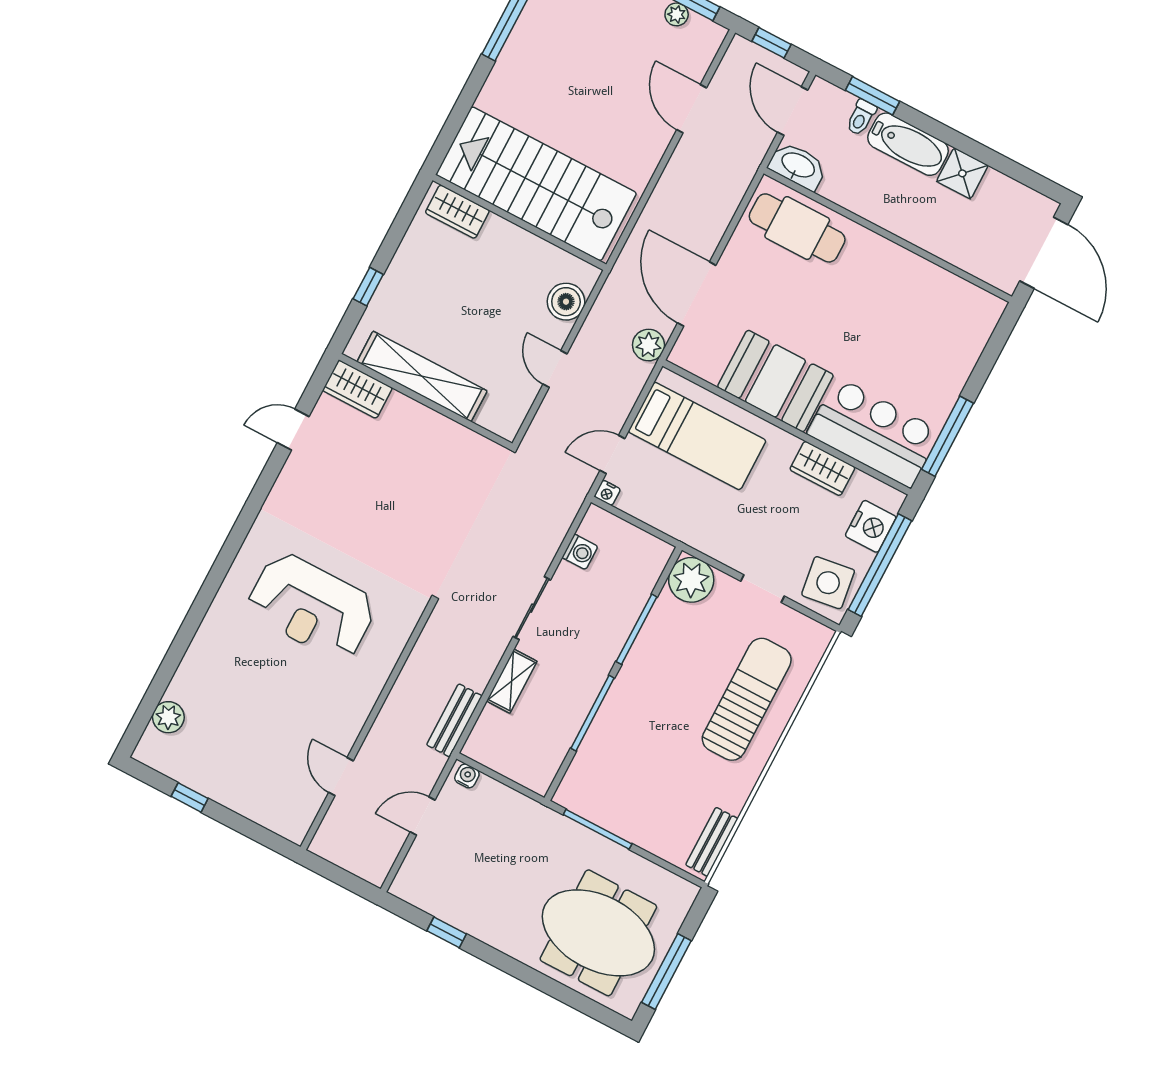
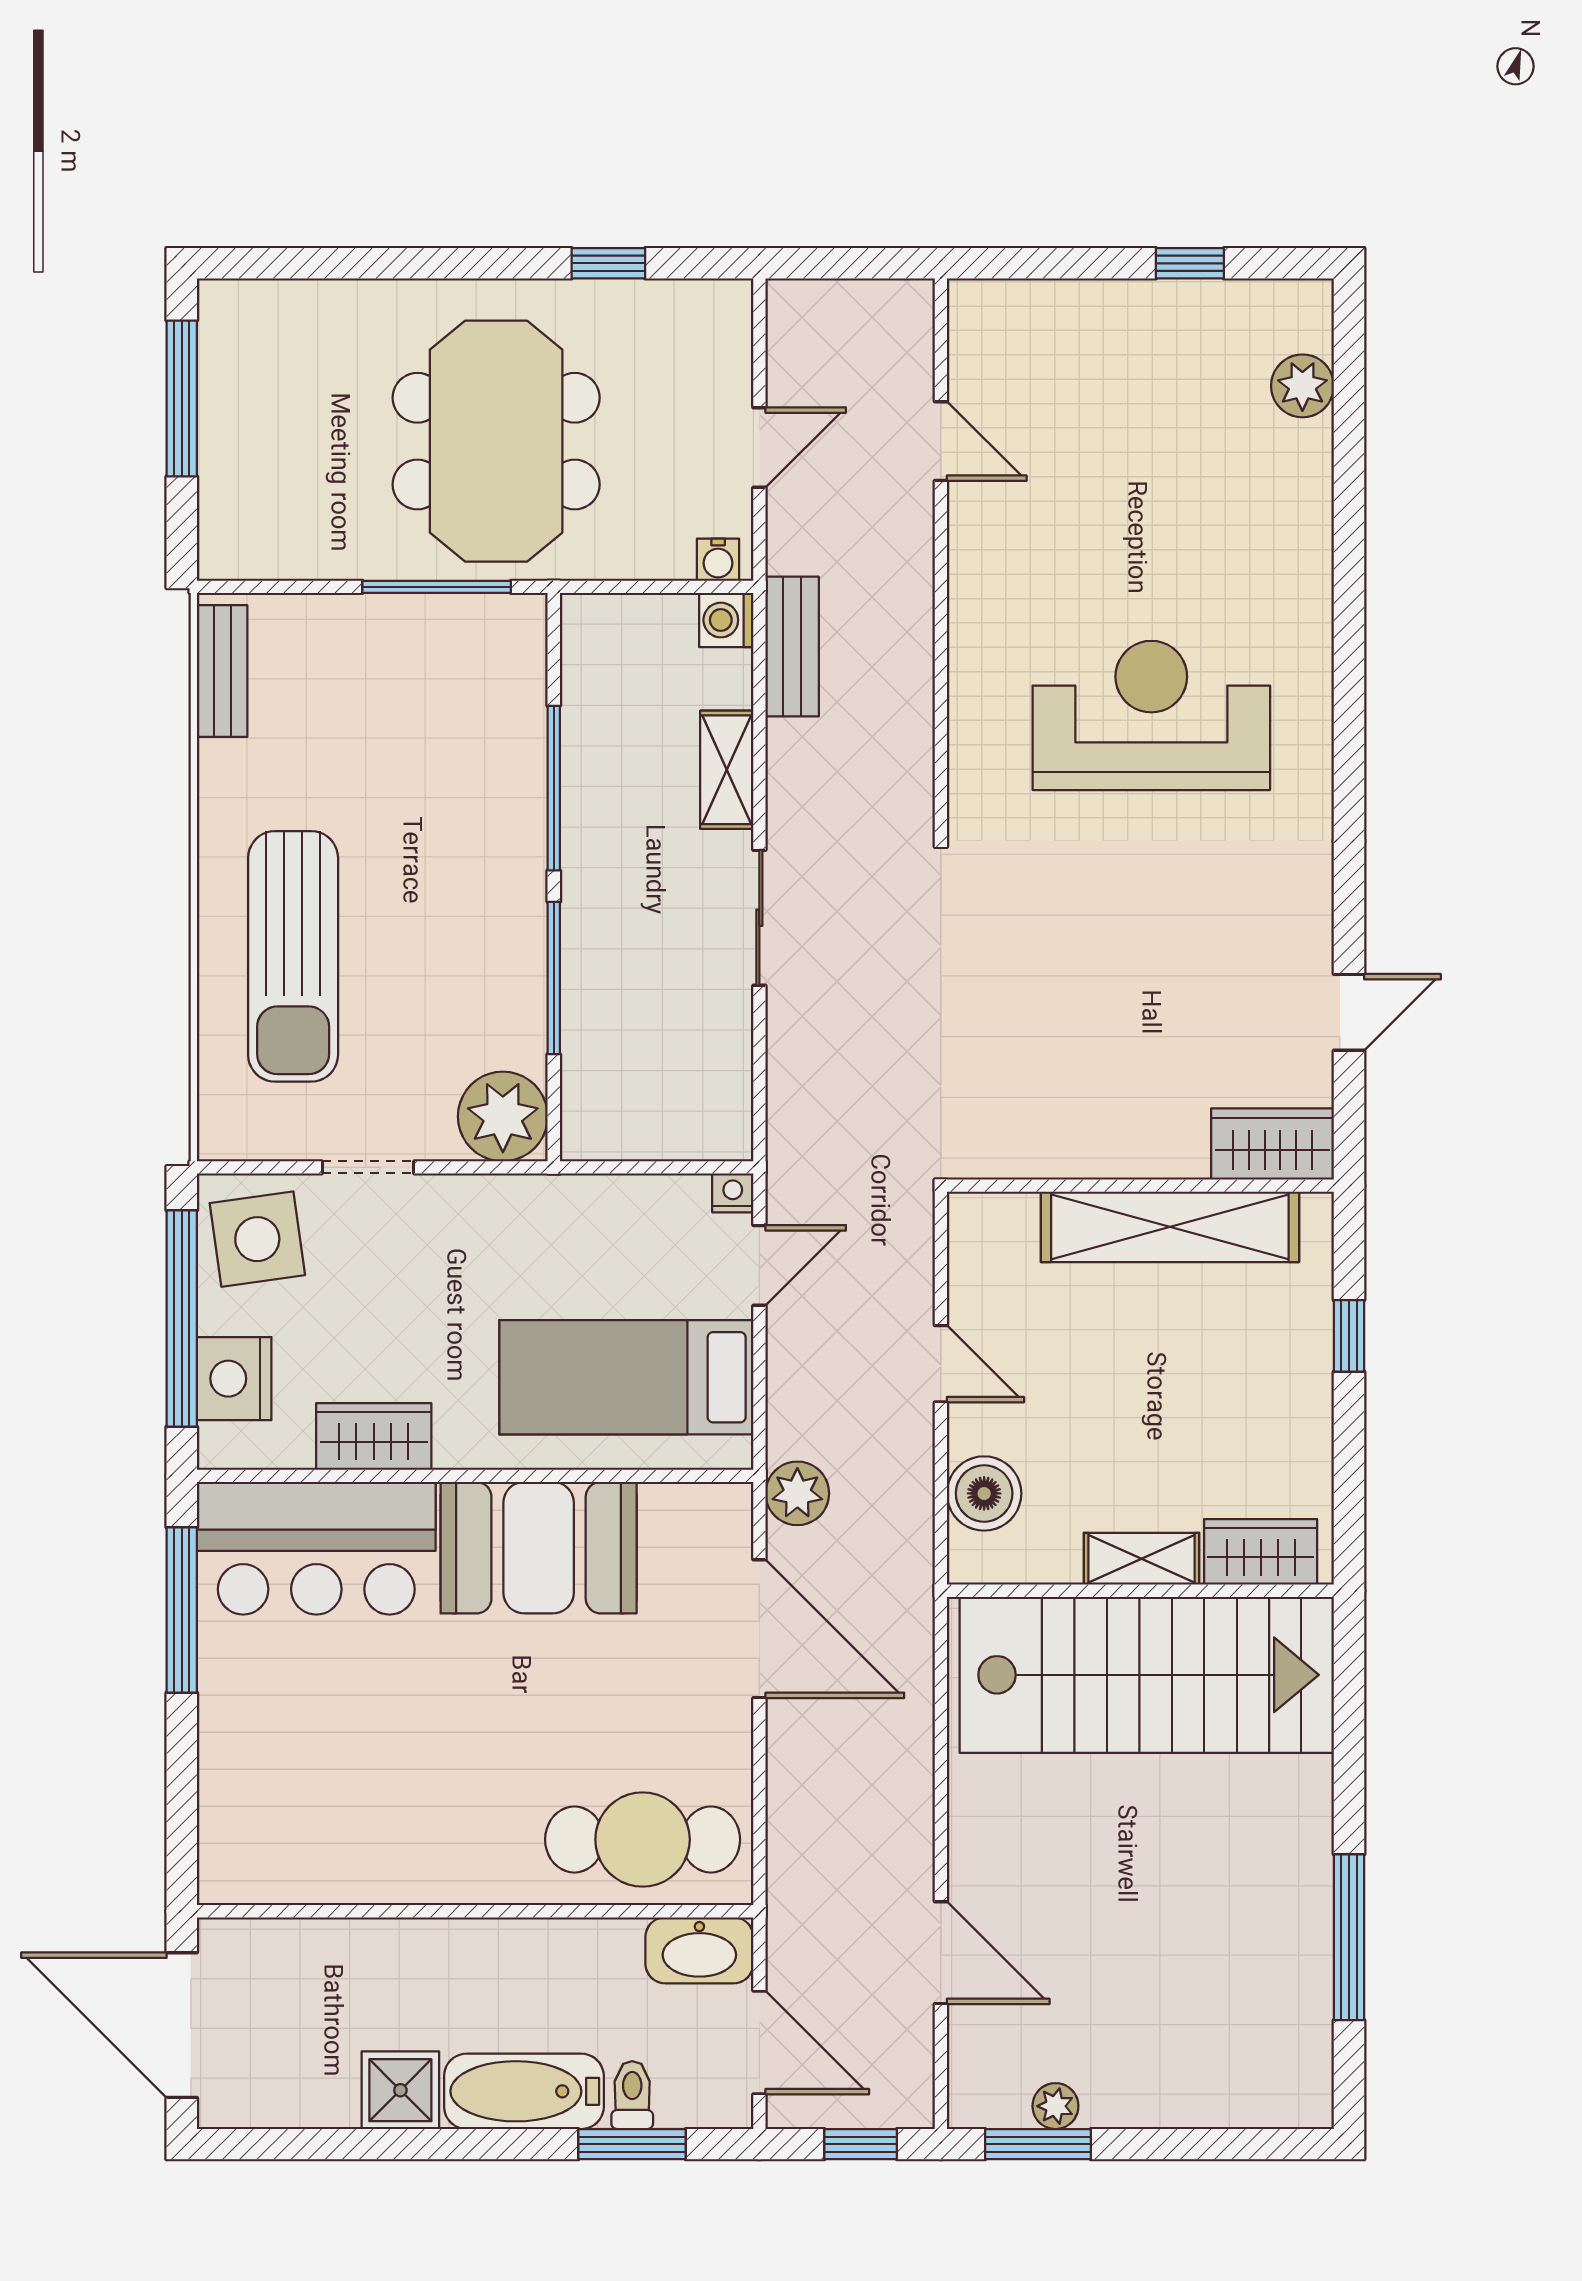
shelving: (512, 236) -> (1142, 1559), added
washing machine: (580, 552) -> (726, 620), moved
meeting table: (598, 933) -> (496, 441), moved, turned 90

